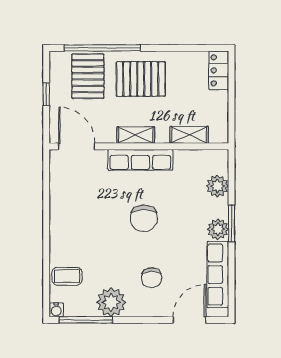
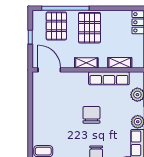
pallet: (141, 79) -> (89, 28), turned 90
row of seats: (140, 160) -> (109, 78), moved
chair: (144, 218) -> (91, 115), turned 180

